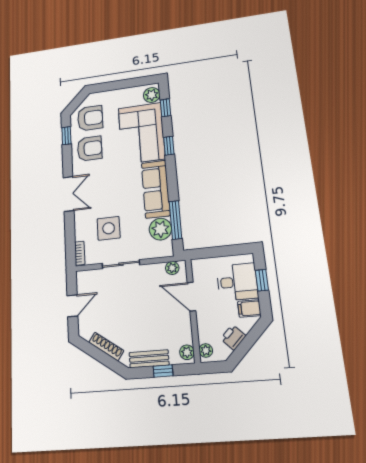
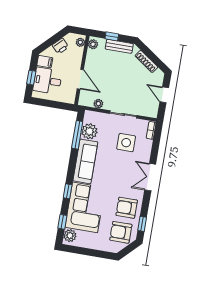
plant: (172, 268) -> (98, 104), moved
door: (72, 306) -> (164, 95), hinge flipped

